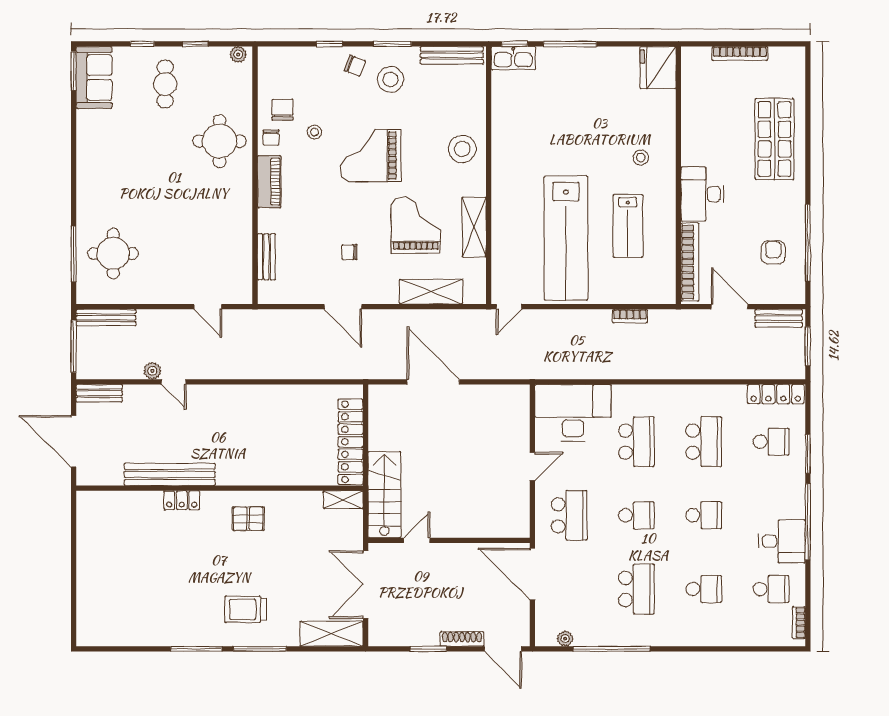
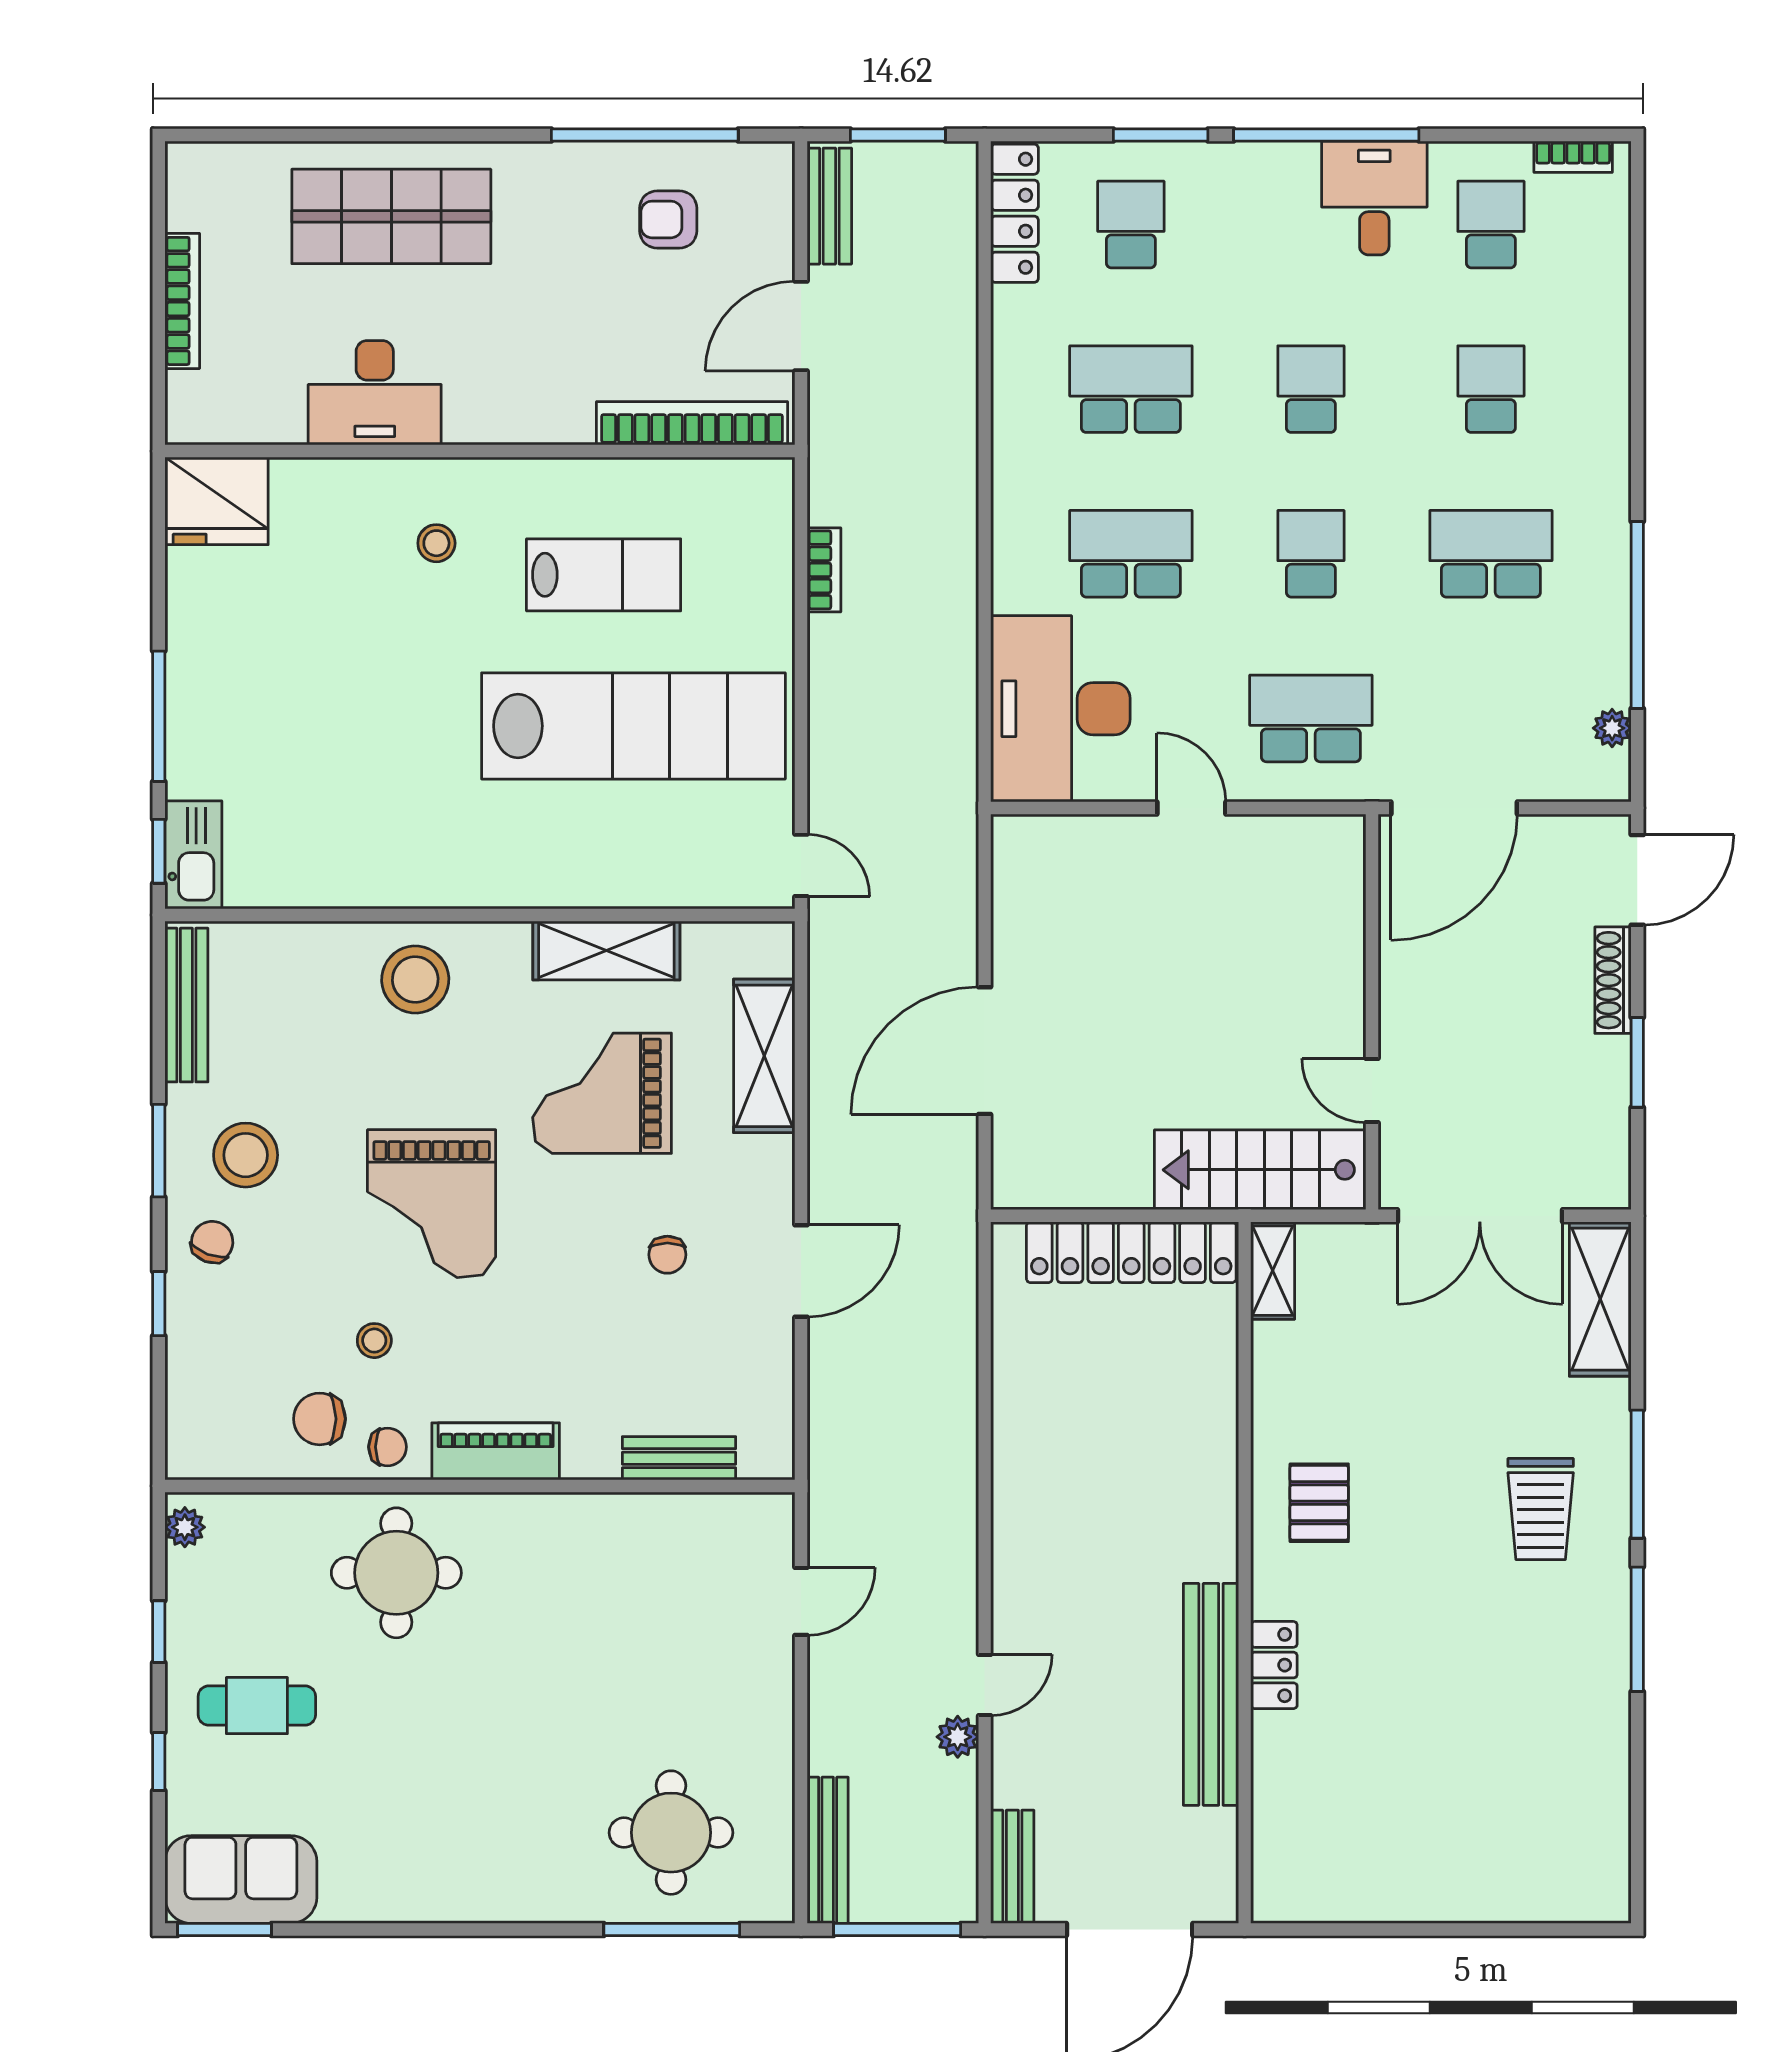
desk: (702, 194) -> (375, 393), moved

